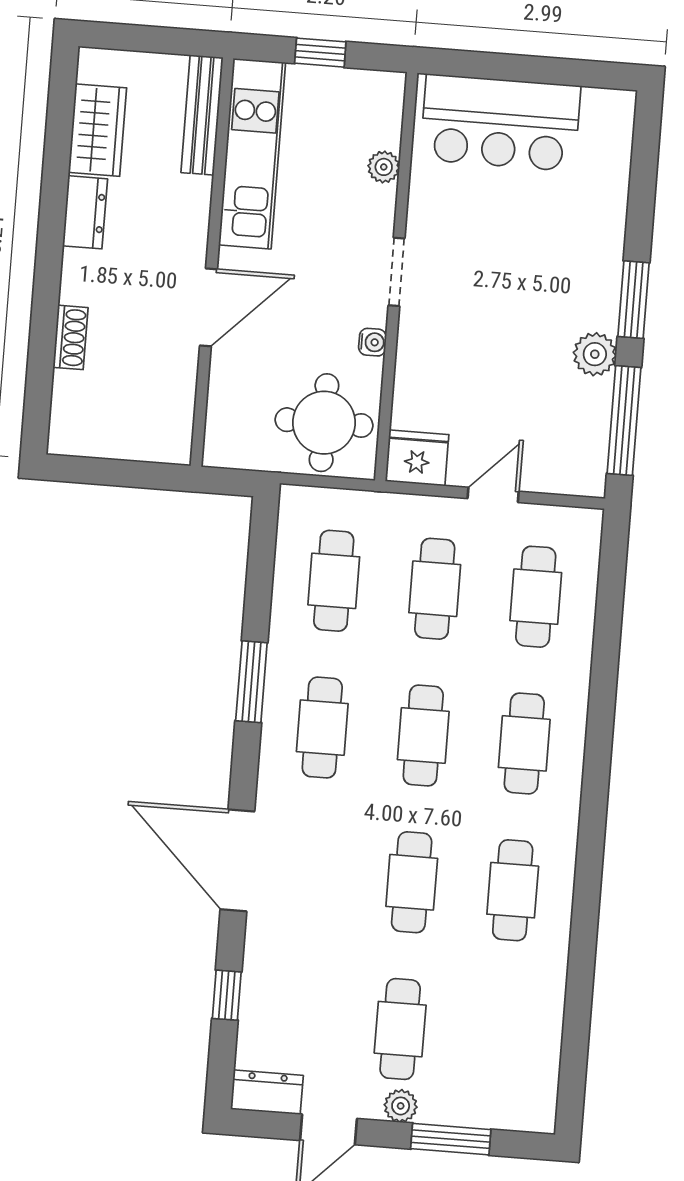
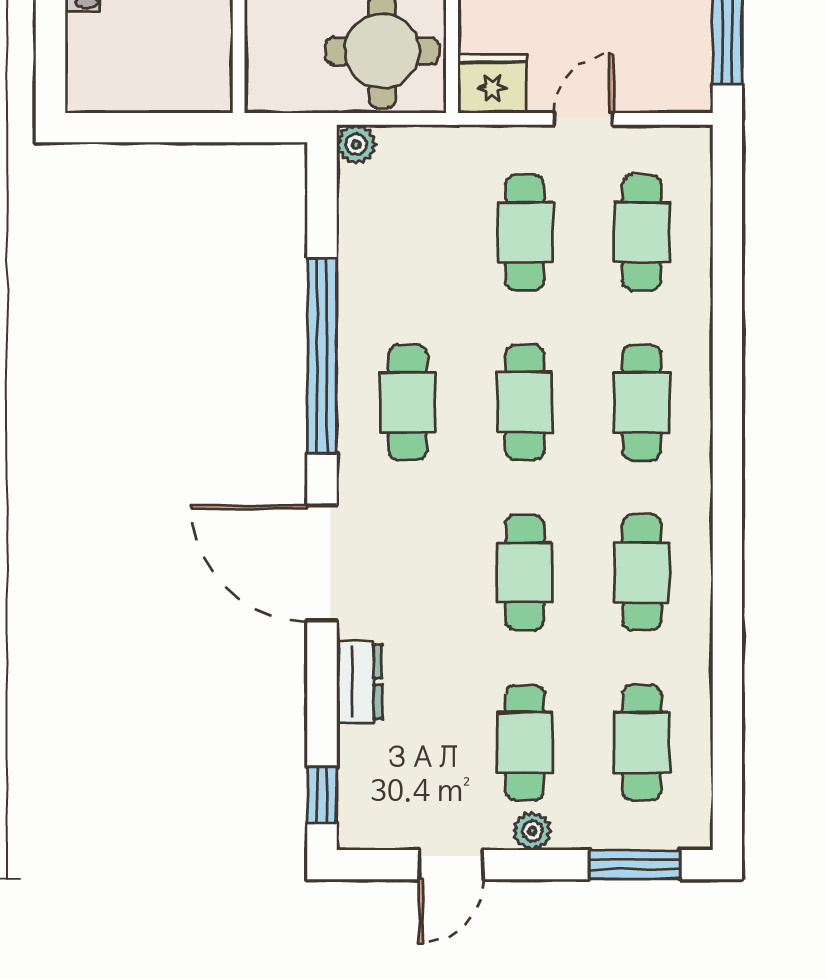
plant: (295, 501) -> (356, 144), added
cafe table: (334, 581) -> (642, 742), moved
window: (251, 682) -> (322, 356), width x2.11
window: (227, 995) -> (322, 795), moved
dresser: (267, 1092) -> (359, 682), moved, turned 90
window: (451, 1139) -> (635, 865), moved

